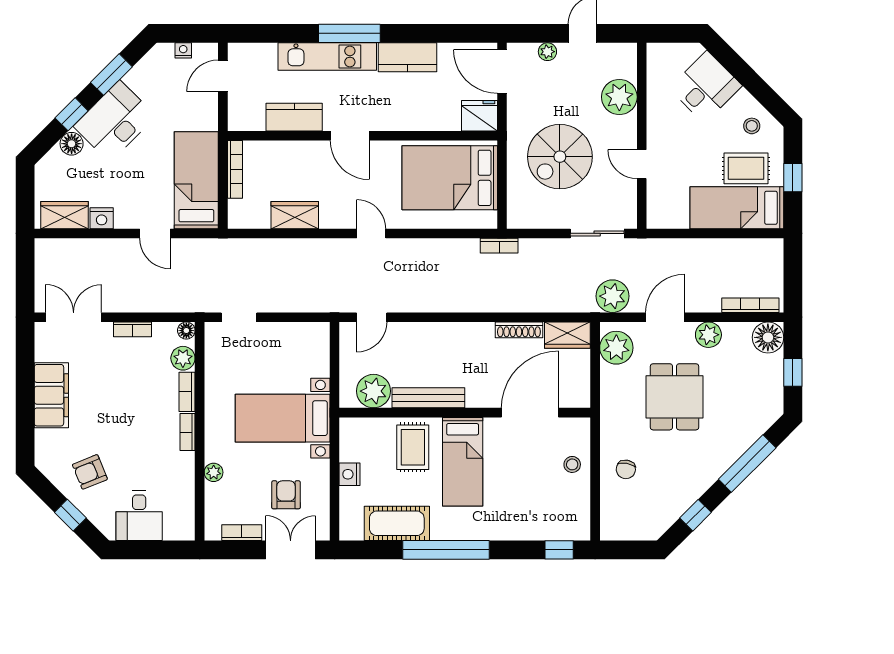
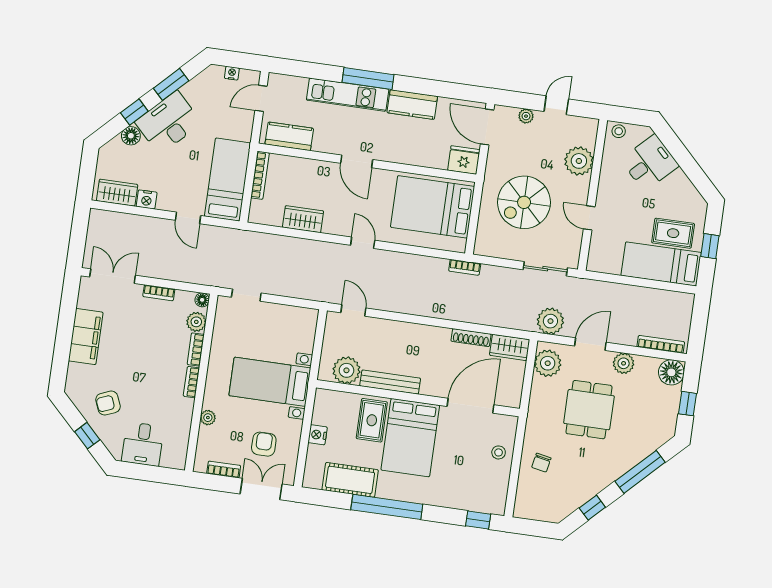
kitchen counter: (294, 117) -> (289, 136), moved
stool: (752, 126) -> (619, 131), moved
door: (372, 317) -> (353, 310), swing flipped
bed: (463, 462) -> (410, 438), width x1.50

